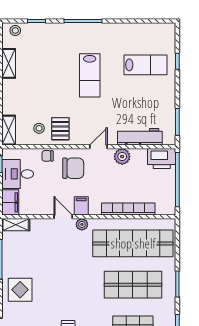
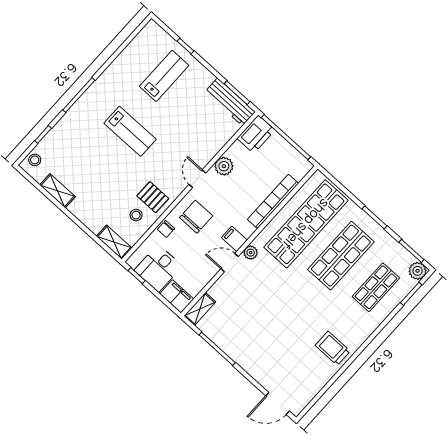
workbench: (140, 137) -> (230, 102), moved, turned -90
display table: (20, 290) -> (258, 355), removed

